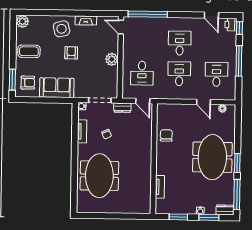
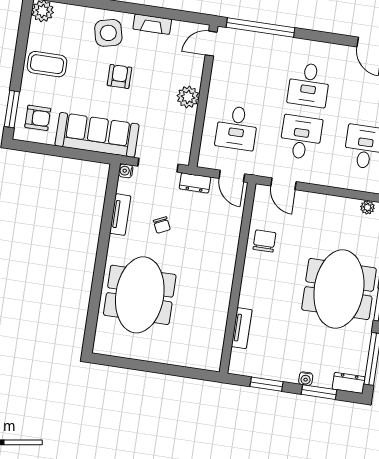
door: (121, 27) -> (211, 44), hinge flipped
desk: (180, 43) -> (309, 85), turned 180
sofa: (57, 88) -> (97, 135), width x1.36
door: (204, 102) -> (283, 184), moved

